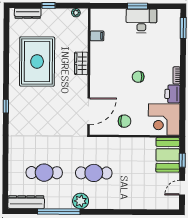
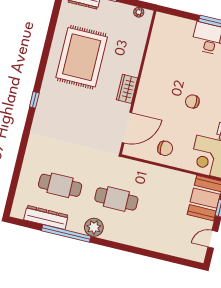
filing cabinet: (97, 36) -> (157, 44), removed
wardrobe: (81, 63) -> (127, 89), moved
dresser: (26, 202) -> (46, 217), moved

